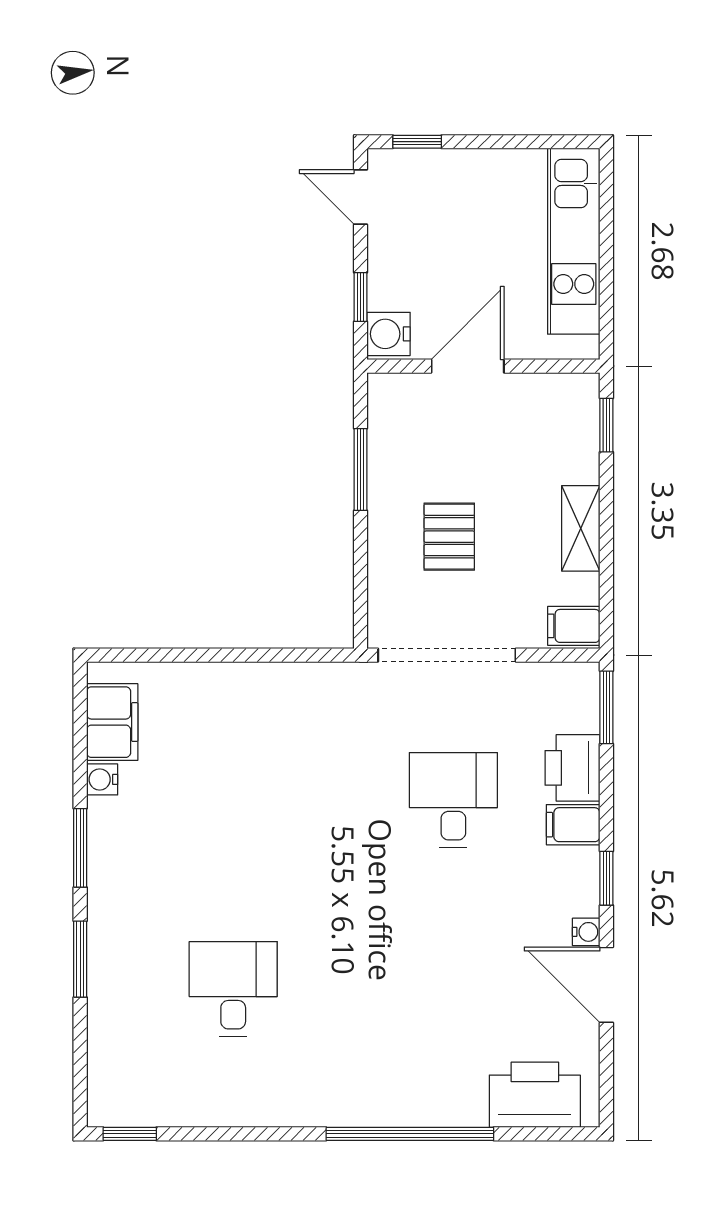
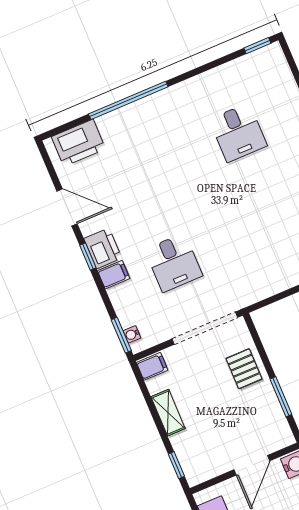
pallet: (449, 537) -> (244, 369), moved
printer: (572, 768) -> (103, 248), moved
water cooler: (586, 932) -> (132, 334), moved

